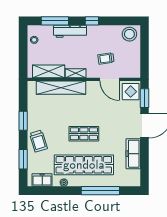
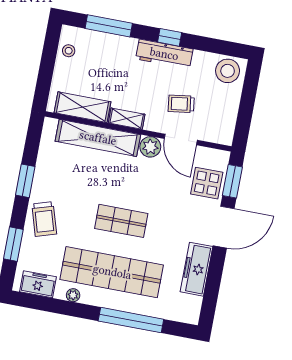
workbench: (70, 31) -> (164, 54), moved
plant: (93, 87) -> (150, 147), added
display table: (131, 92) -> (207, 183), moved

